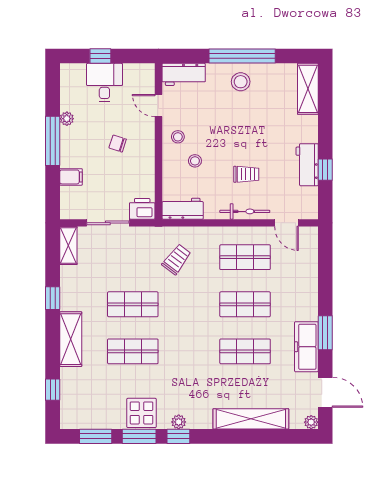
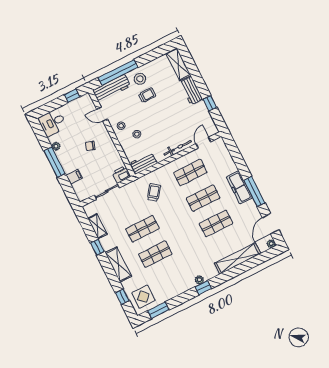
window: (100, 56) -> (72, 96), moved
window: (242, 56) -> (118, 72), moved
workbench: (184, 74) -> (112, 88), width x1.37
desk: (104, 83) -> (52, 123), moved, turned -90
workbench: (307, 165) -> (191, 91), moved
trolley: (246, 174) -> (147, 95), moved
door: (287, 223) -> (203, 143), swing flipped
shelving: (68, 246) -> (97, 226), moved
window: (325, 333) -> (254, 191), width x1.44
freezer: (306, 347) -> (239, 187), moved
door: (325, 392) -> (271, 224), swing flipped
display table: (141, 413) -> (143, 297), moved
window: (139, 436) -> (182, 298), removed

